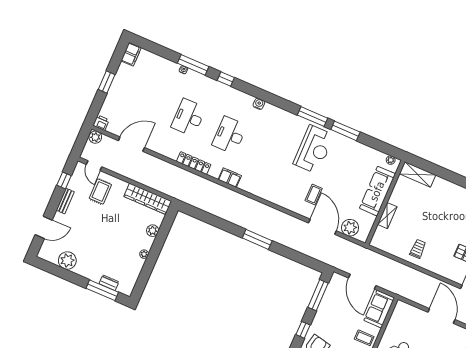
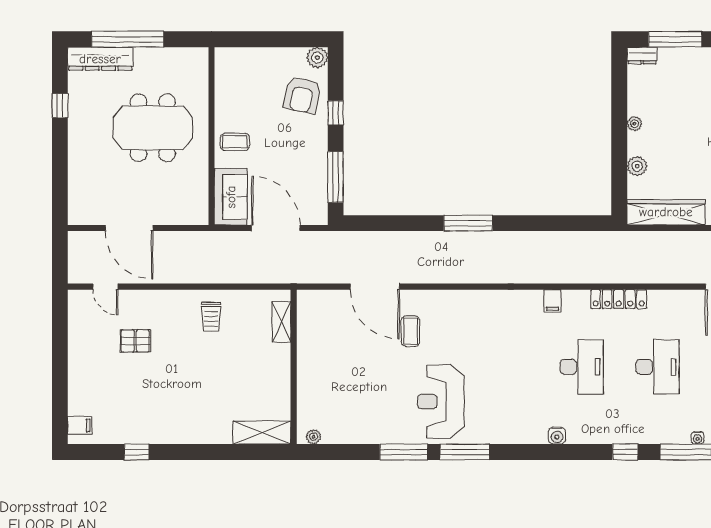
filing cabinet: (230, 178) -> (553, 301), width x0.50
sofa: (377, 191) -> (313, 380), removed
shelving: (387, 216) -> (281, 322), moved
plant: (350, 228) -> (331, 304), removed
dresser: (109, 283) -> (642, 55), moved

